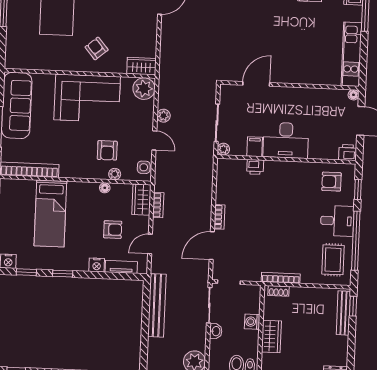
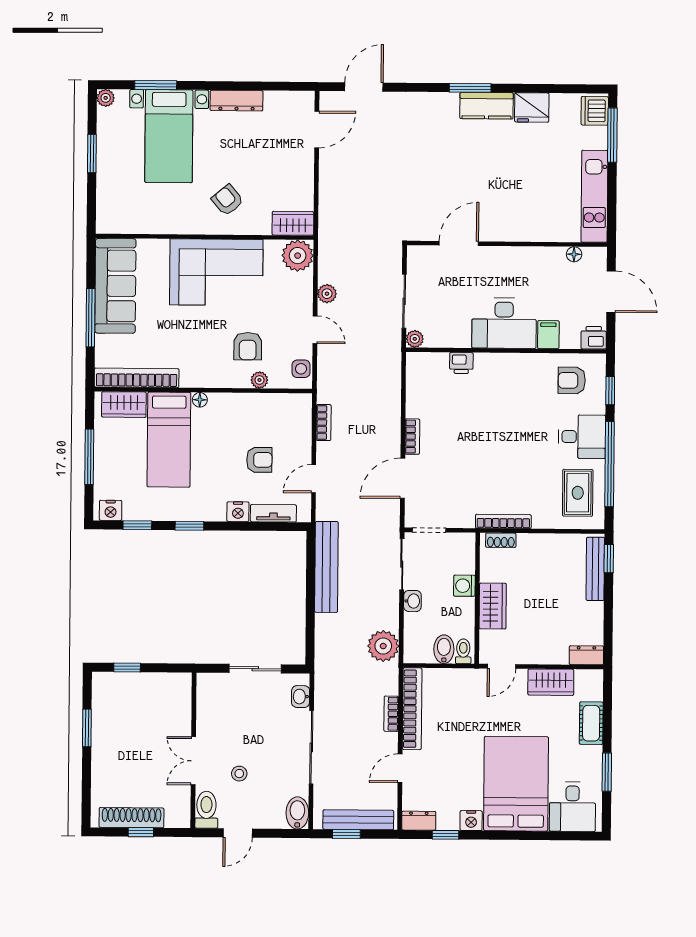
floor lamp: (353, 95) -> (574, 254), moved
filing cabinet: (255, 147) -> (548, 335), moved
floor lamp: (105, 188) -> (200, 400), moved
wardrobe: (141, 200) -> (124, 405), moved, turned -90

